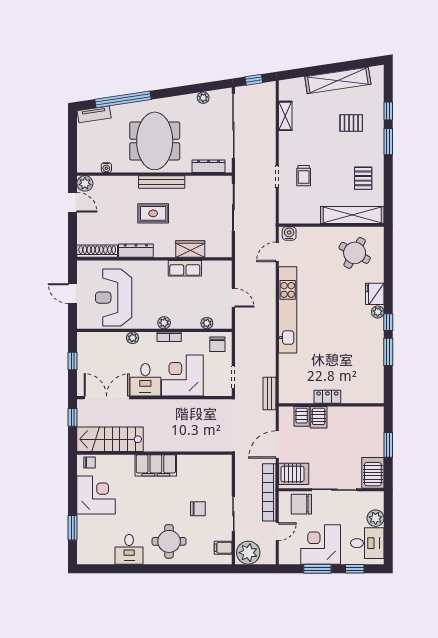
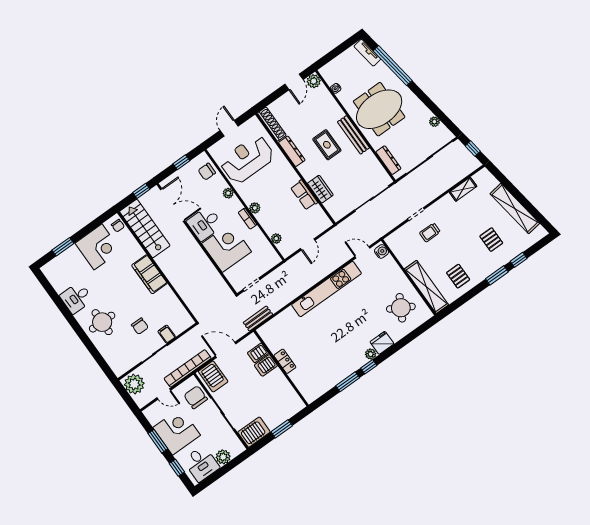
pallet: (363, 178) -> (458, 276), turned 90
chair: (217, 344) -> (207, 172), moved
filing cabinet: (223, 548) -> (167, 334), moved

